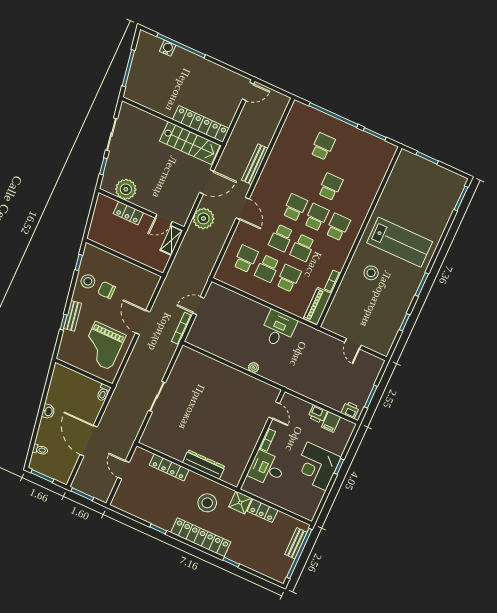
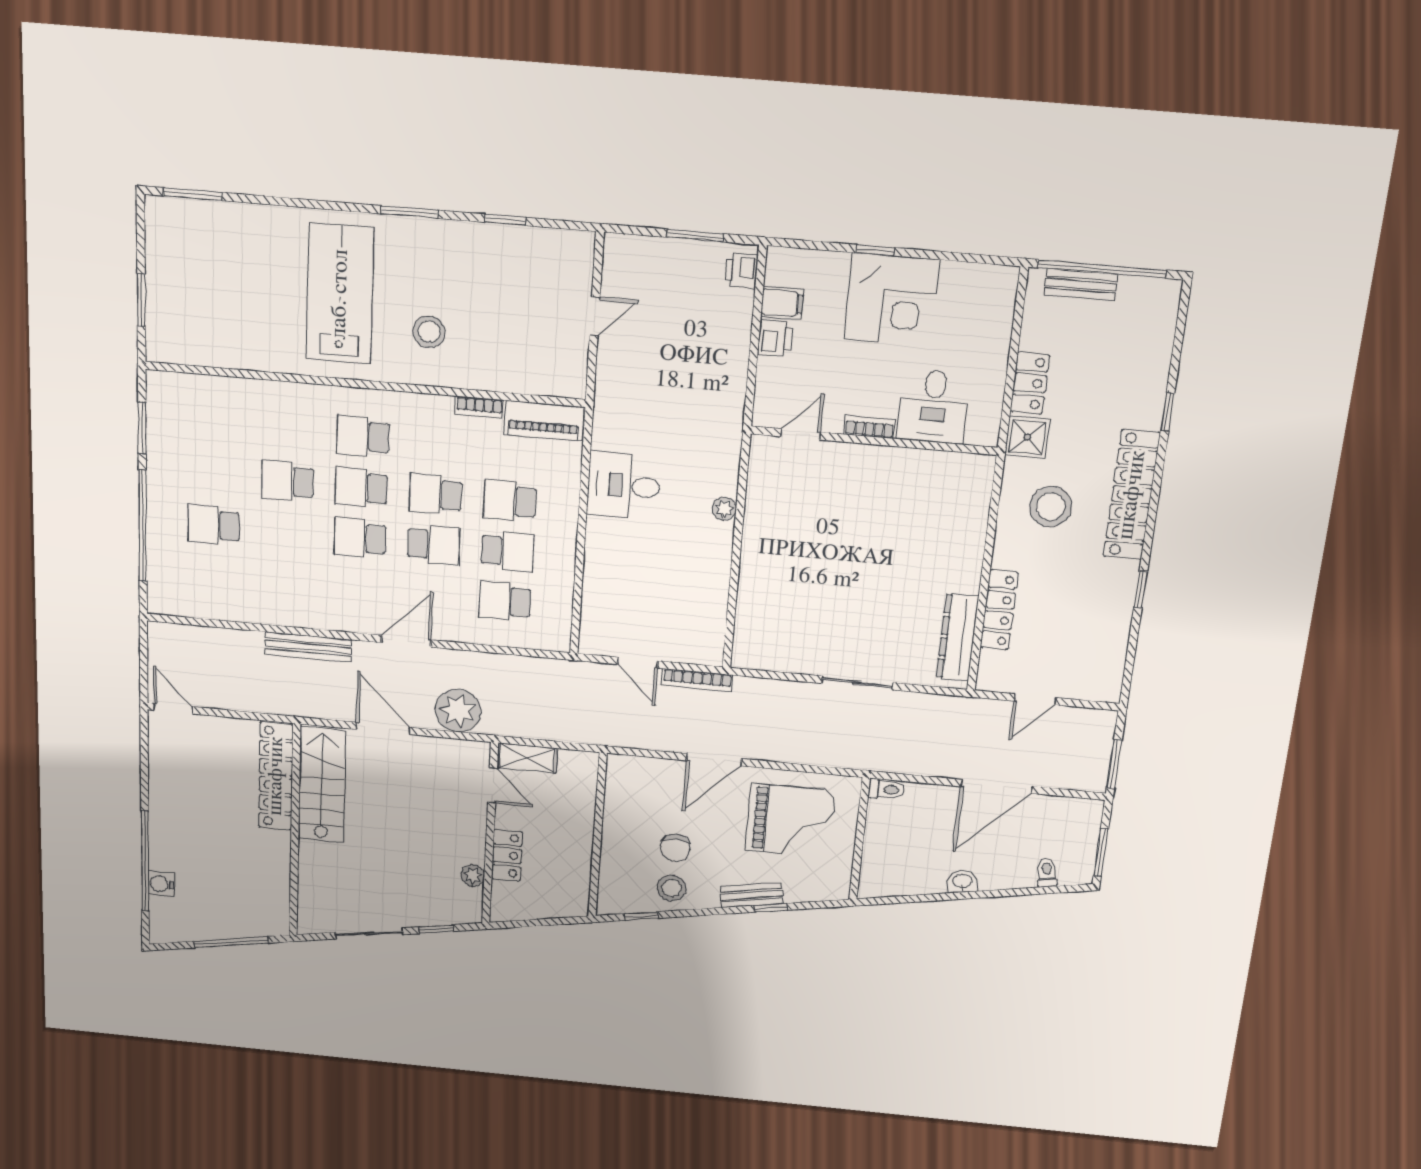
plant: (126, 189) -> (473, 876), width x0.53, depth x0.53
school desk: (303, 248) -> (436, 494), turned 180
dresser: (204, 465) -> (957, 637), moved

